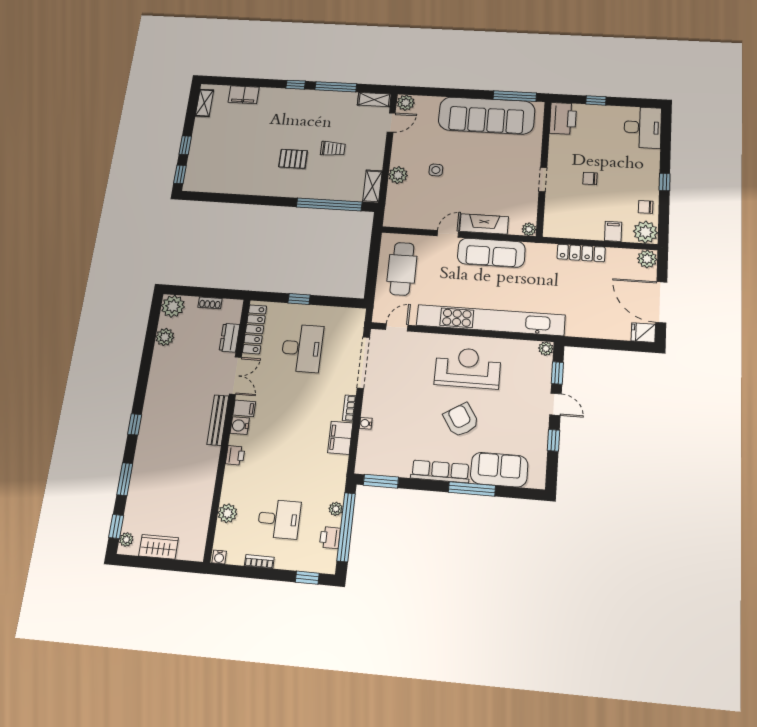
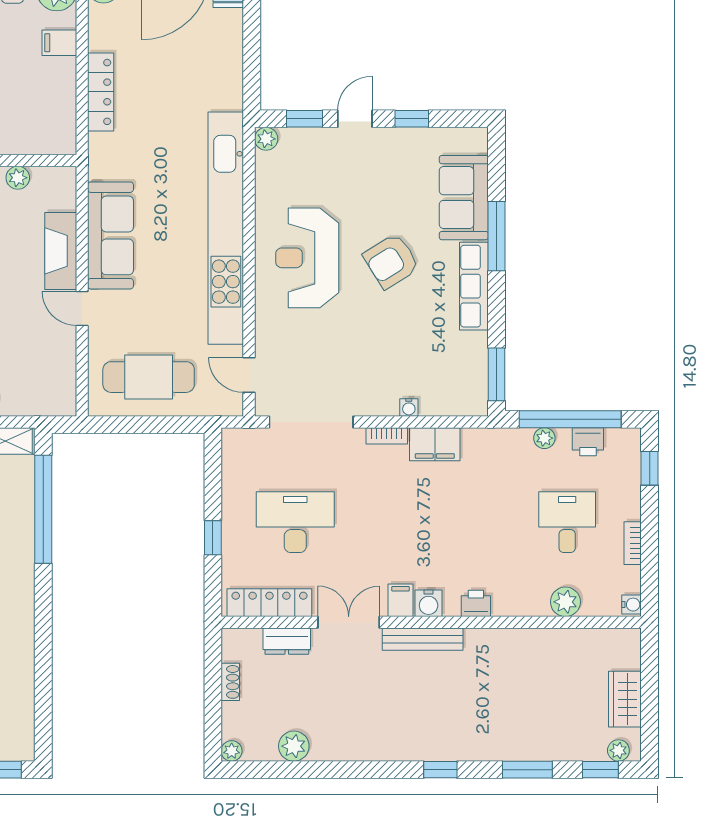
plant: (529, 229) -> (18, 178), moved
plant: (173, 306) -> (232, 751), width x0.53, depth x0.53

